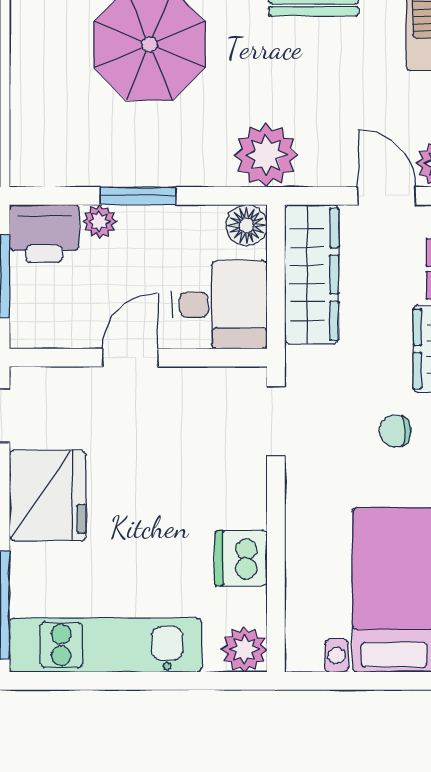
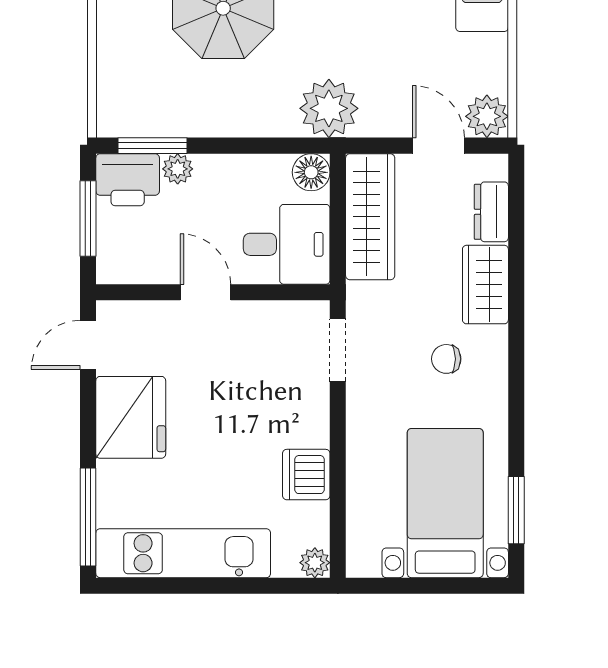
window: (138, 196) -> (153, 146), moved
door: (130, 358) -> (206, 292), hinge flipped
plant: (244, 649) -> (315, 563), width x0.73, depth x0.73

